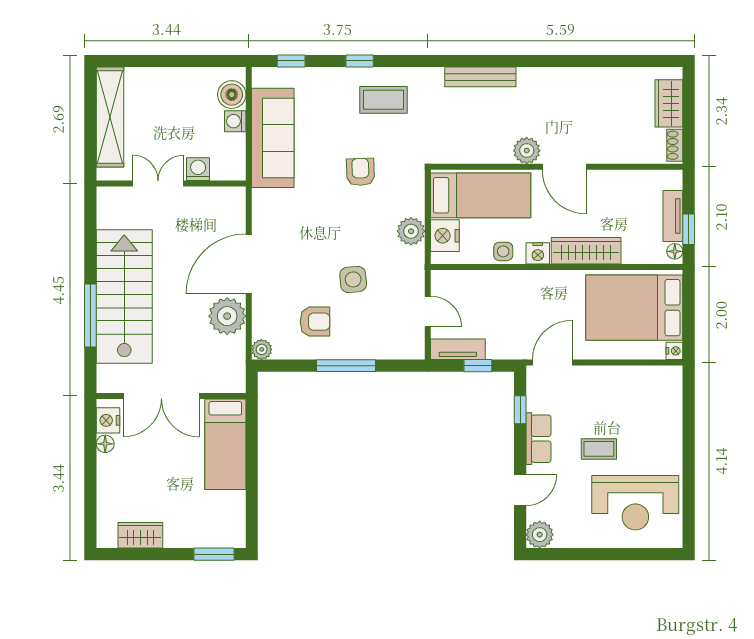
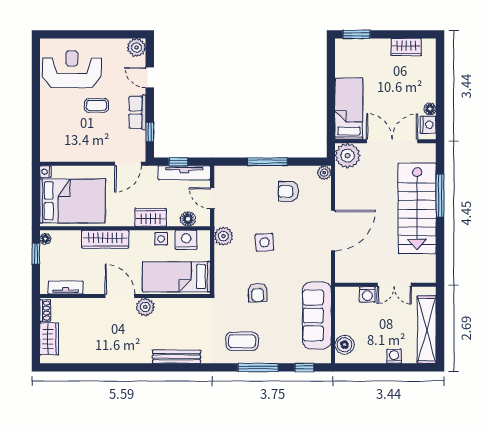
window: (360, 61) -> (258, 367), width x2.17
washing machine: (235, 121) -> (394, 356), moved, turned -90
tv unit: (673, 216) -> (66, 287), moved, turned -90
plant: (411, 231) -> (223, 236), moved
nightstand: (445, 236) -> (186, 240), moved, turned -90
nightstand: (538, 253) -> (138, 237), removed
side table: (353, 279) -> (264, 242), moved
floor lamp: (463, 281) -> (188, 219), added
wardrobe: (519, 283) -> (151, 217), added
plant: (227, 316) -> (348, 156), moved
tv unit: (458, 349) -> (184, 173), width x1.41
door: (520, 490) -> (150, 78), hinge flipped

